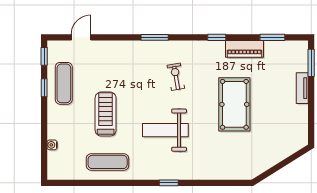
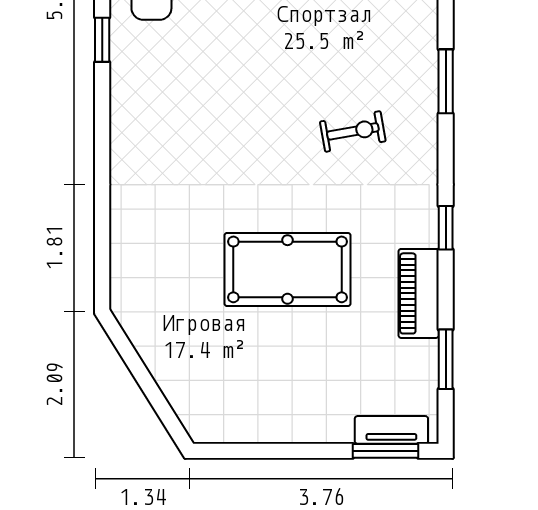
tv unit: (302, 88) -> (391, 430), moved
weight bench: (165, 130) -> (227, 107), removed
window: (169, 183) -> (102, 40), moved

